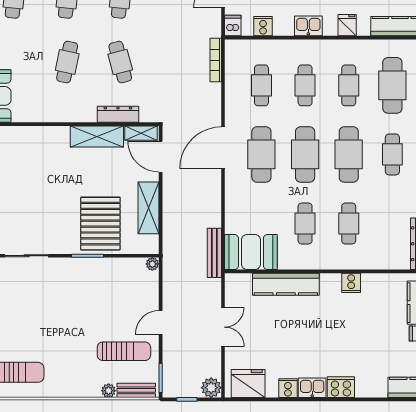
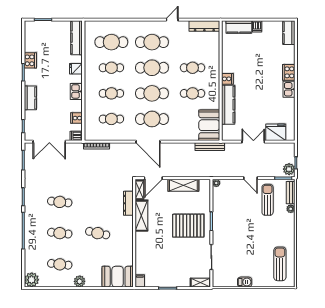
cafe table: (120, 62) -> (98, 202), removed
cafe table: (392, 154) -> (152, 42), width x1.37, depth x1.35
pallet: (100, 224) -> (188, 226), moved
cooker: (351, 283) -> (227, 79), moved
fridge: (248, 384) -> (276, 132), moved, turned 90
plant: (211, 388) -> (289, 169), moved
cooker: (288, 388) -> (289, 103), removed

